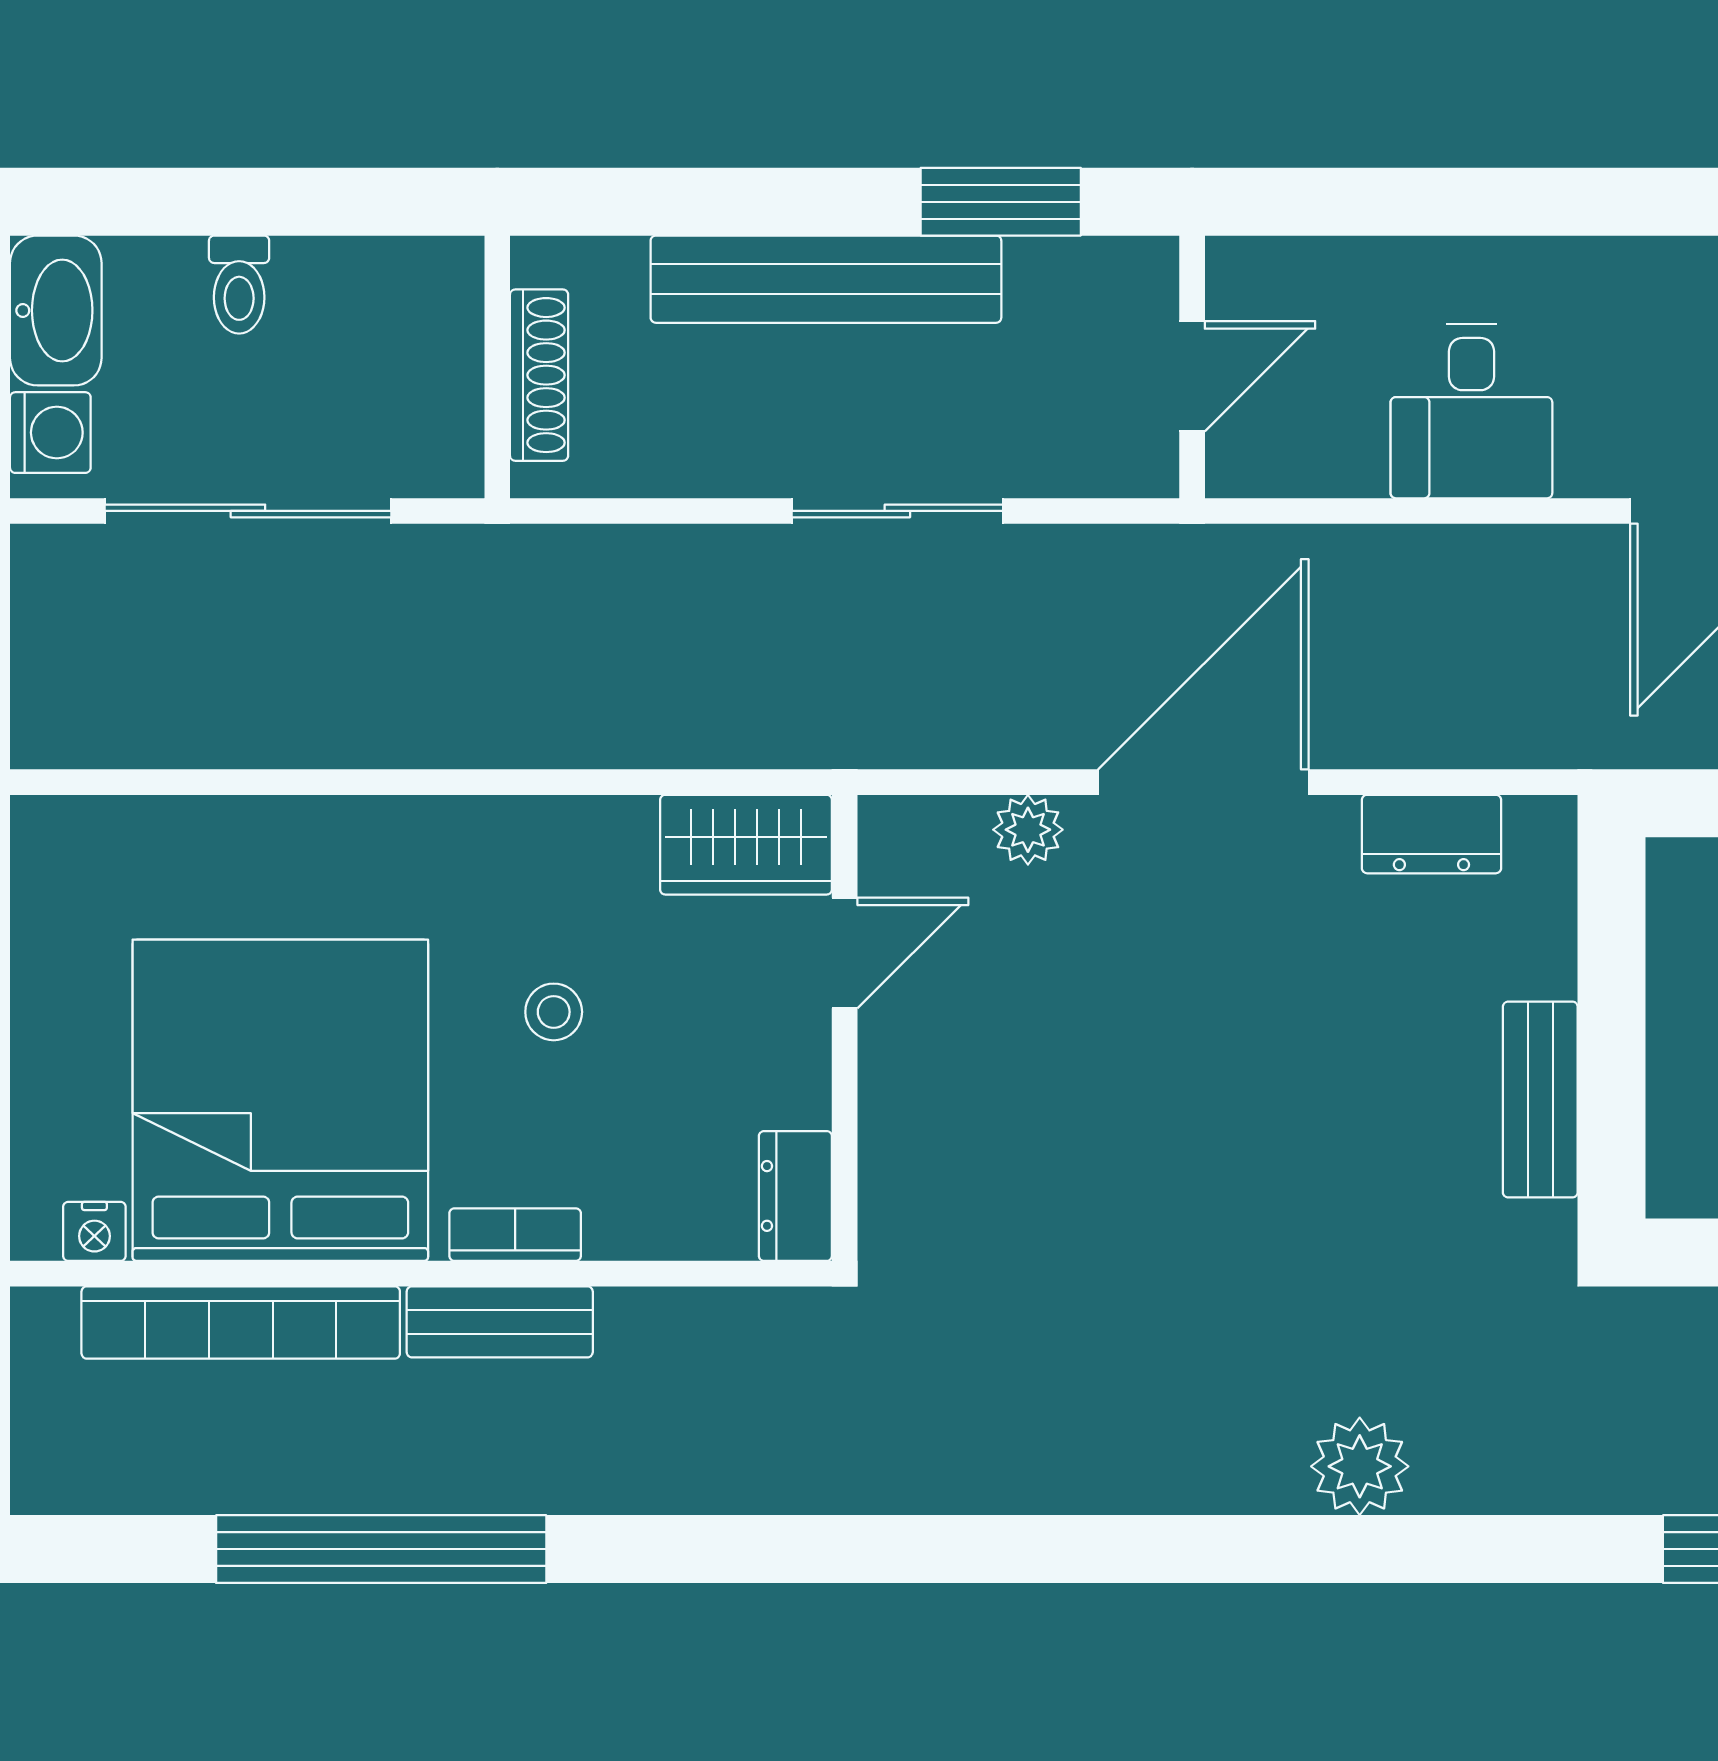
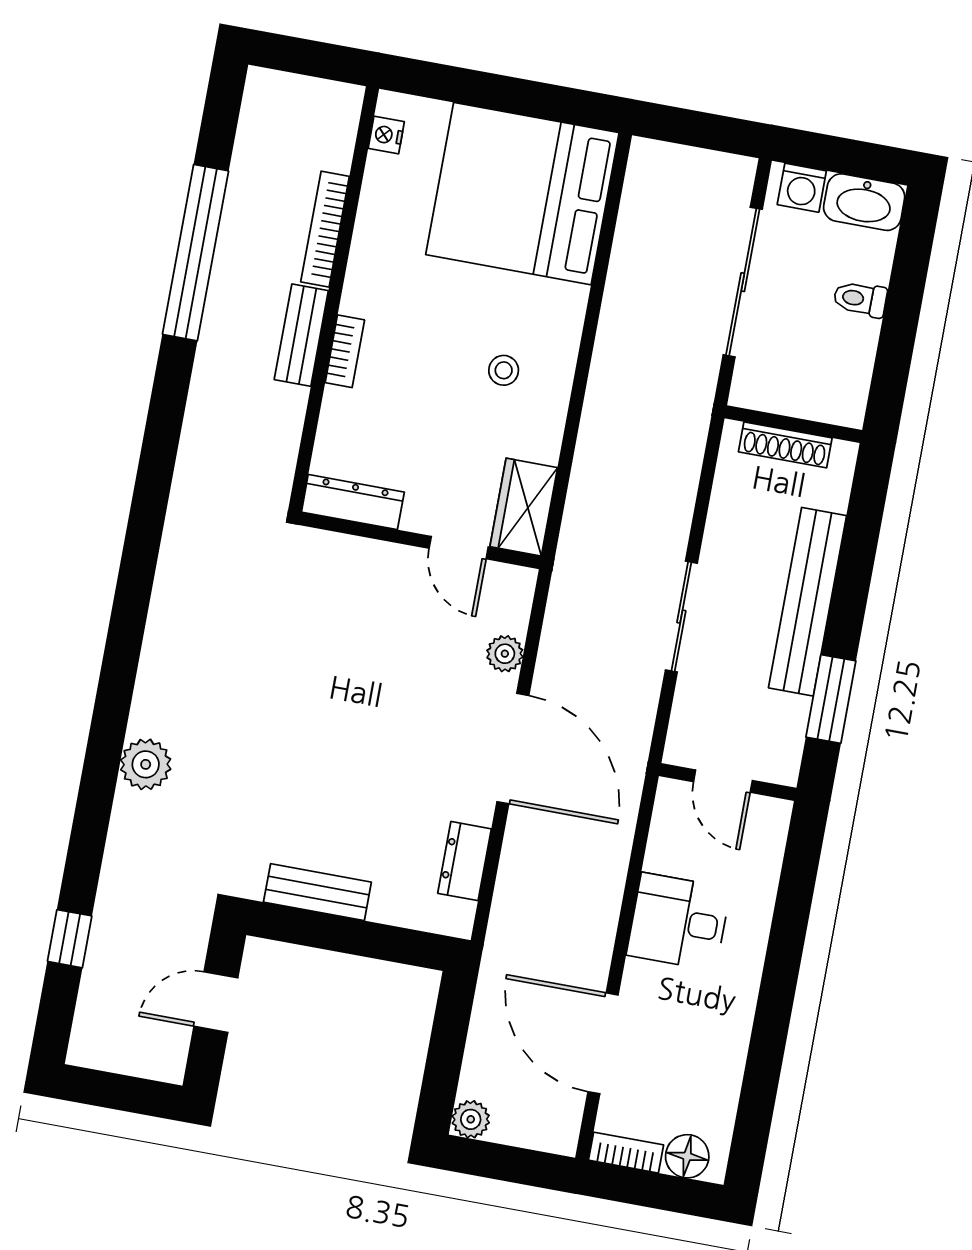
stool: (554, 1012) -> (504, 370), moved
bed: (280, 1100) -> (522, 194), moved, turned 180
dresser: (795, 1196) -> (353, 502), width x1.44
bookcase: (241, 1322) -> (325, 229), width x0.68, depth x0.76

